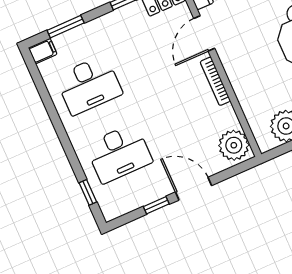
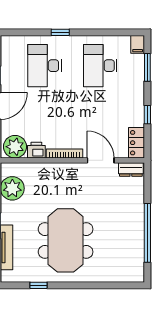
printer: (226, 117) -> (36, 150), added
window: (88, 192) -> (60, 32), moved

